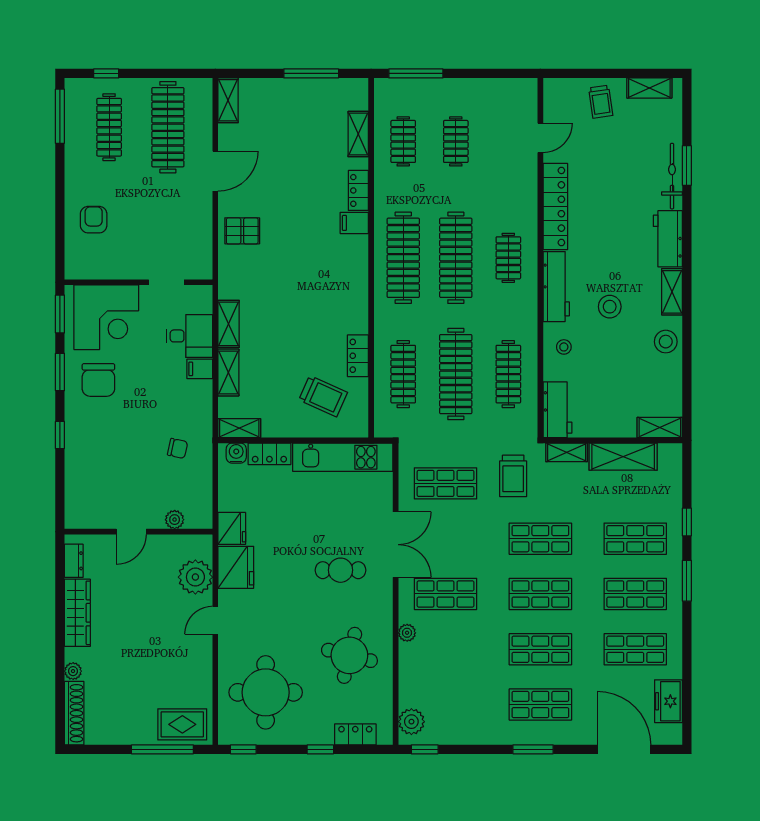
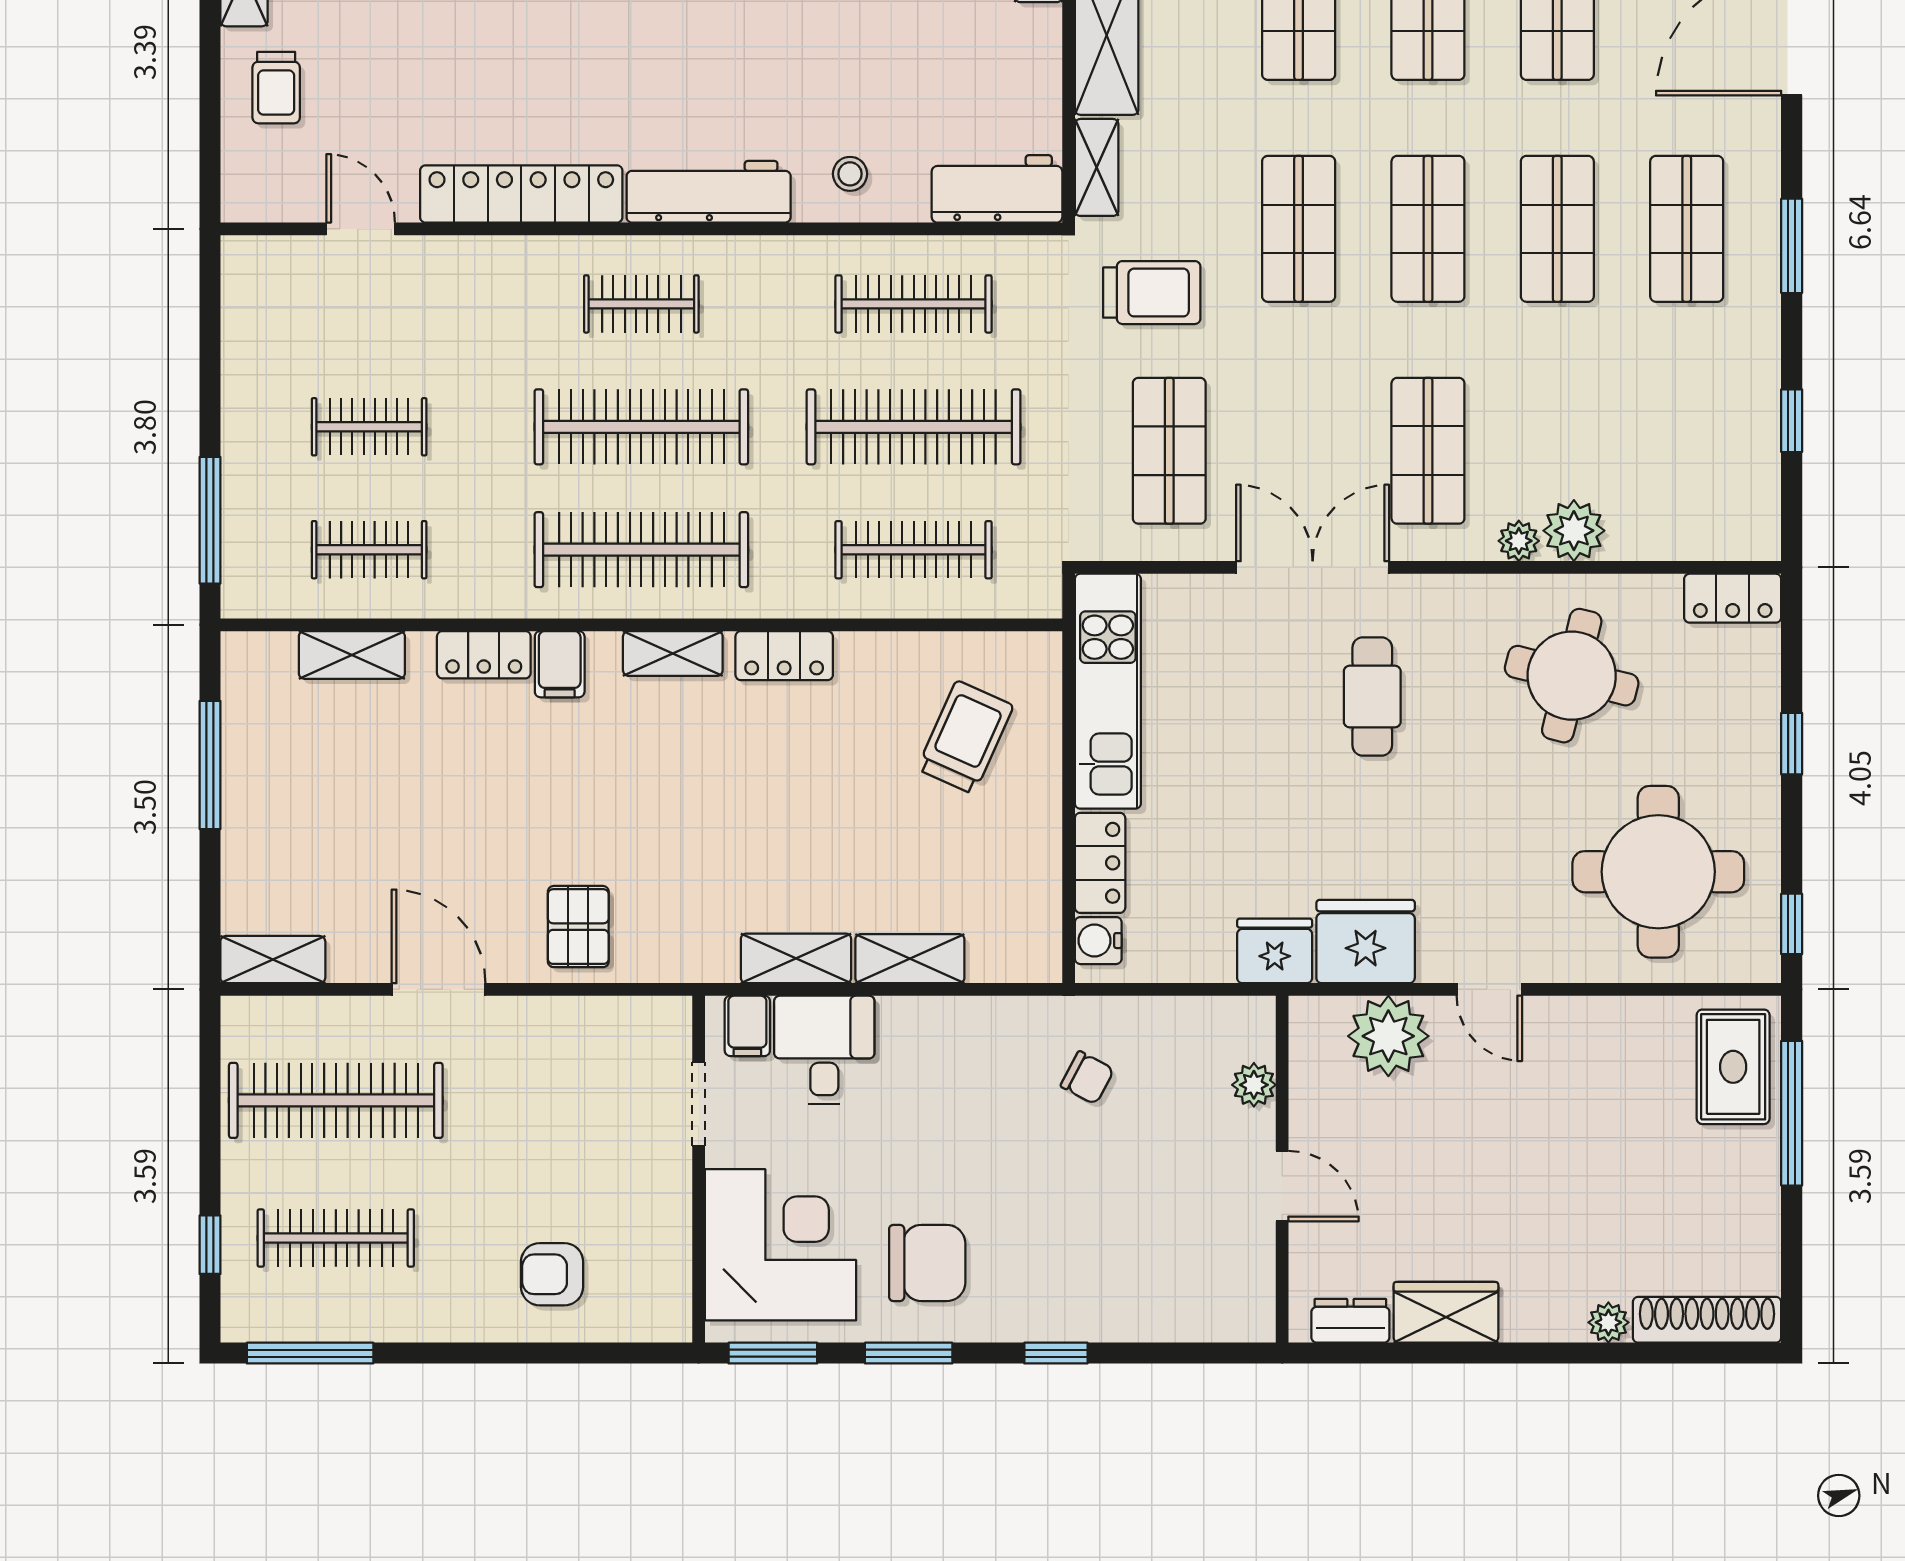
trolley: (601, 102) -> (276, 88), turned 98
stool: (610, 307) -> (756, 67), removed
locker: (358, 356) -> (784, 656), moved
filing cabinet: (200, 369) -> (747, 1026), moved
shelving: (239, 428) -> (673, 653), moved, turned 90
chair: (178, 448) -> (1087, 1078), turned 106
wardrobe: (77, 613) -> (1446, 1312), width x0.67
plant: (411, 722) -> (1574, 531), moved
locker: (355, 734) -> (1733, 598), moved, turned -90
window: (425, 749) -> (1792, 421), moved

